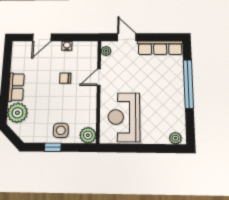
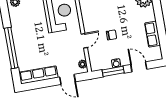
door: (42, 37) -> (139, 67), hinge flipped
window: (72, 37) -> (113, 71), added
row of seats: (16, 87) -> (153, 34), moved

